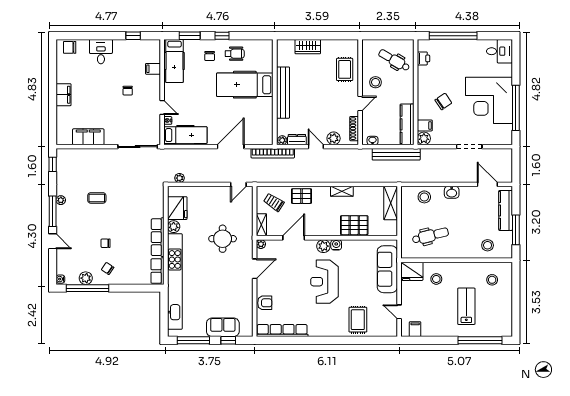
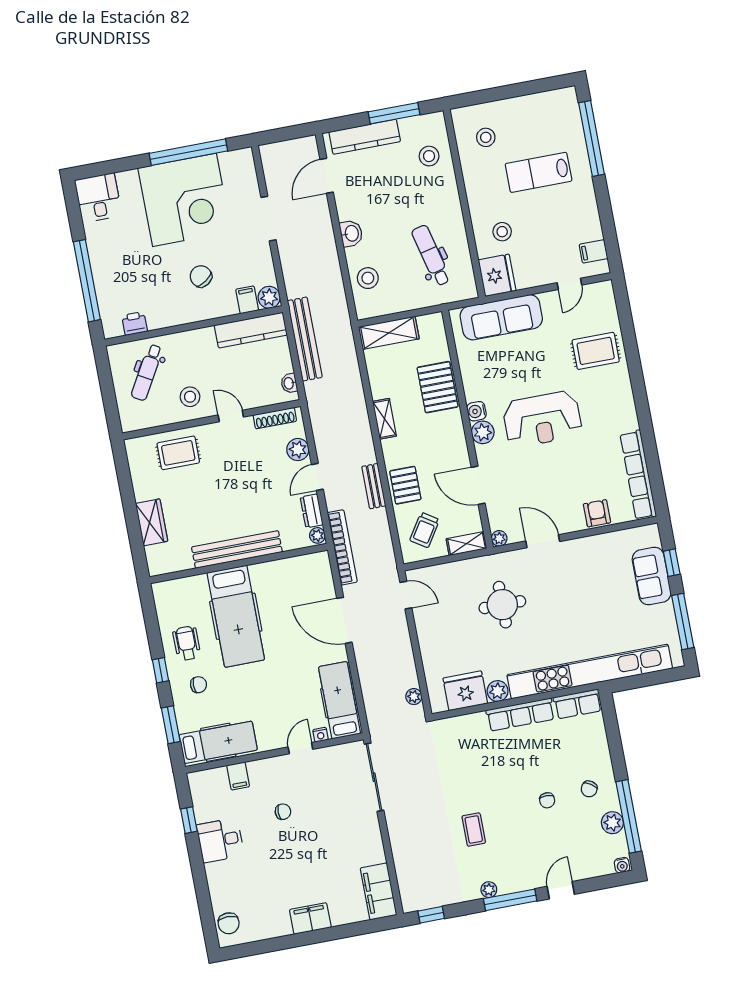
desk: (101, 52) -> (220, 840), moved
filing cabinet: (88, 137) -> (379, 891), moved
bench: (304, 178) -> (374, 486), added

